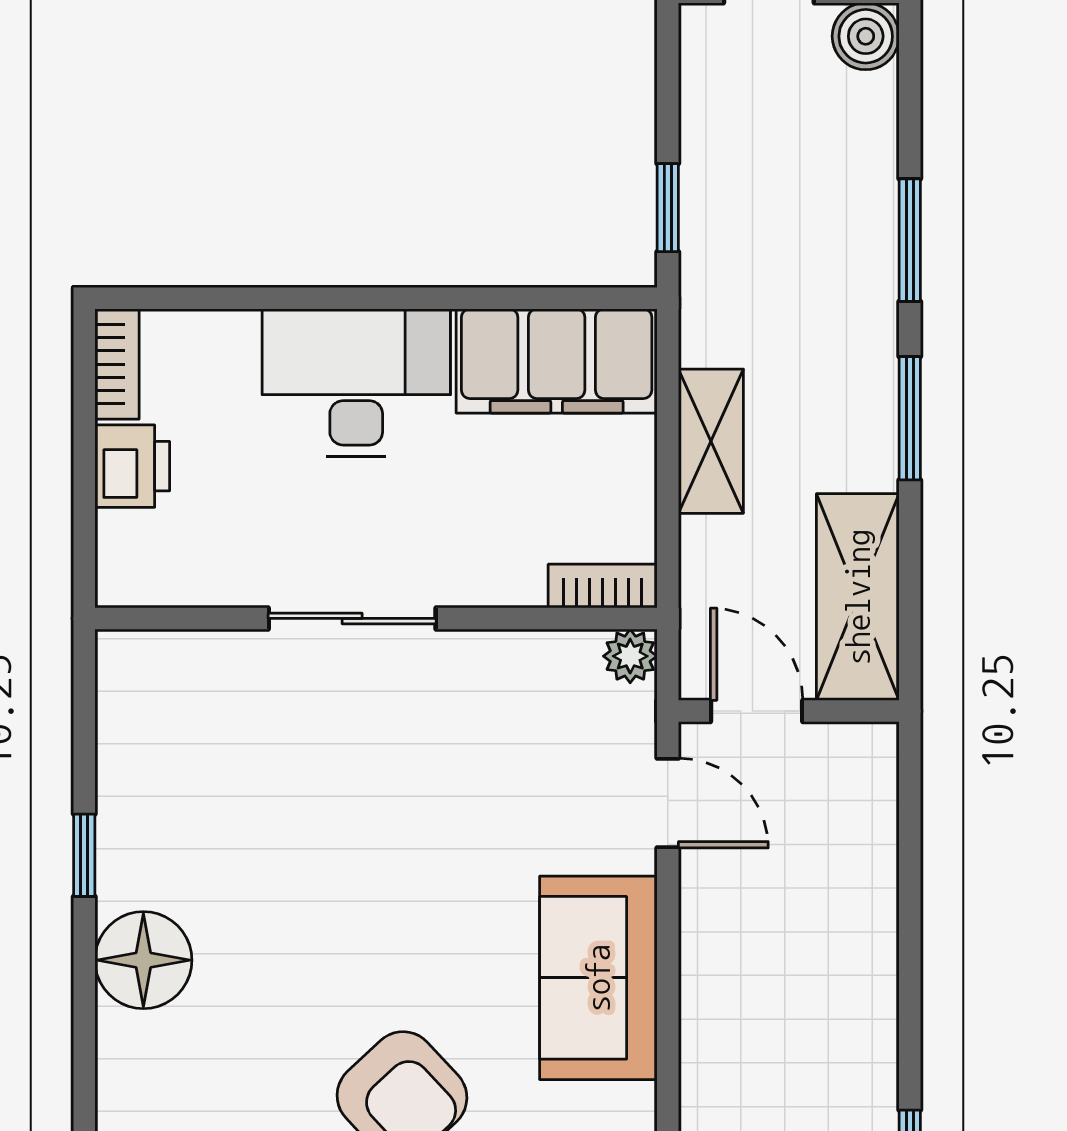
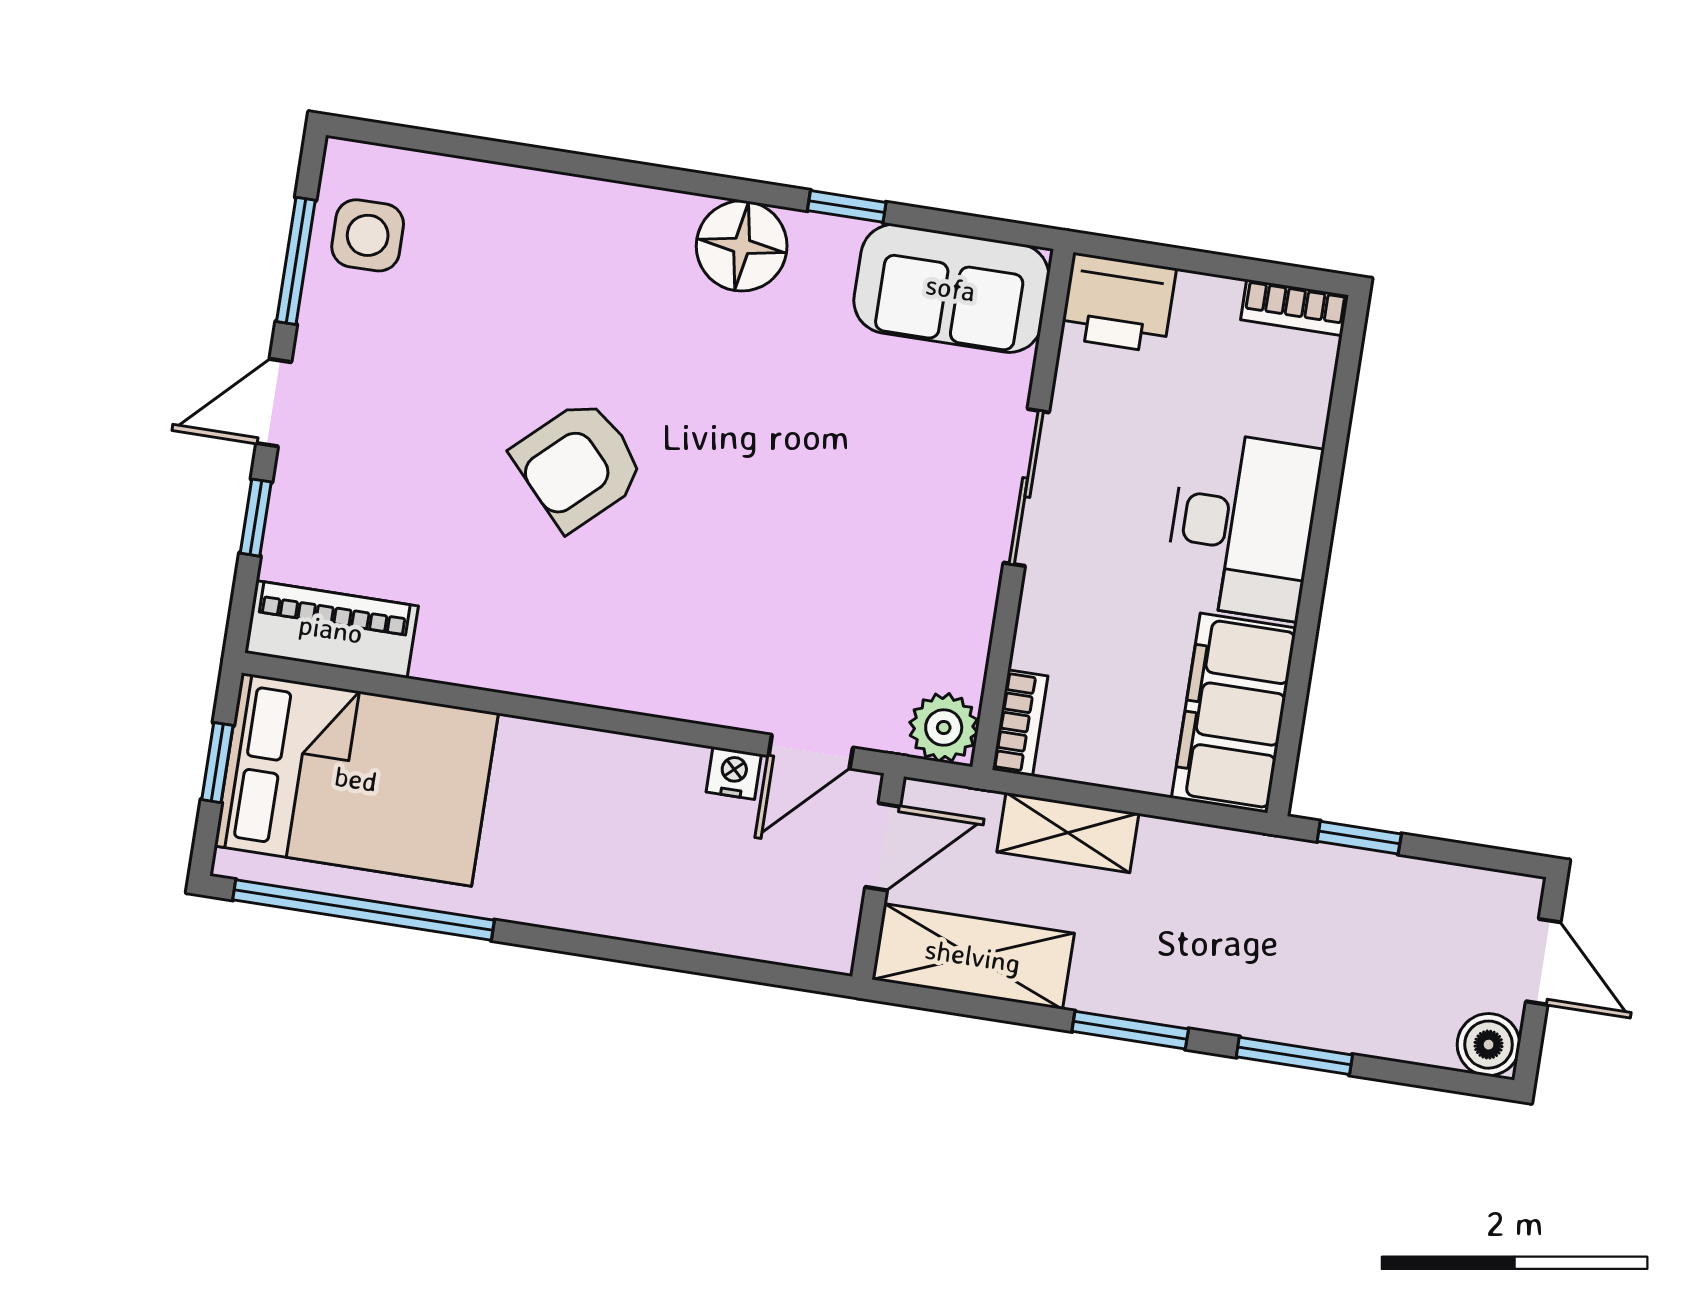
shelving: (711, 441) -> (1068, 833), moved
printer: (132, 466) -> (1118, 303), moved, width x1.36, depth x1.24
plant: (630, 656) -> (944, 728), width x1.38, depth x1.38
nightstand: (703, 881) -> (734, 773), added
sofa: (598, 978) -> (951, 288), moved, turned 180

